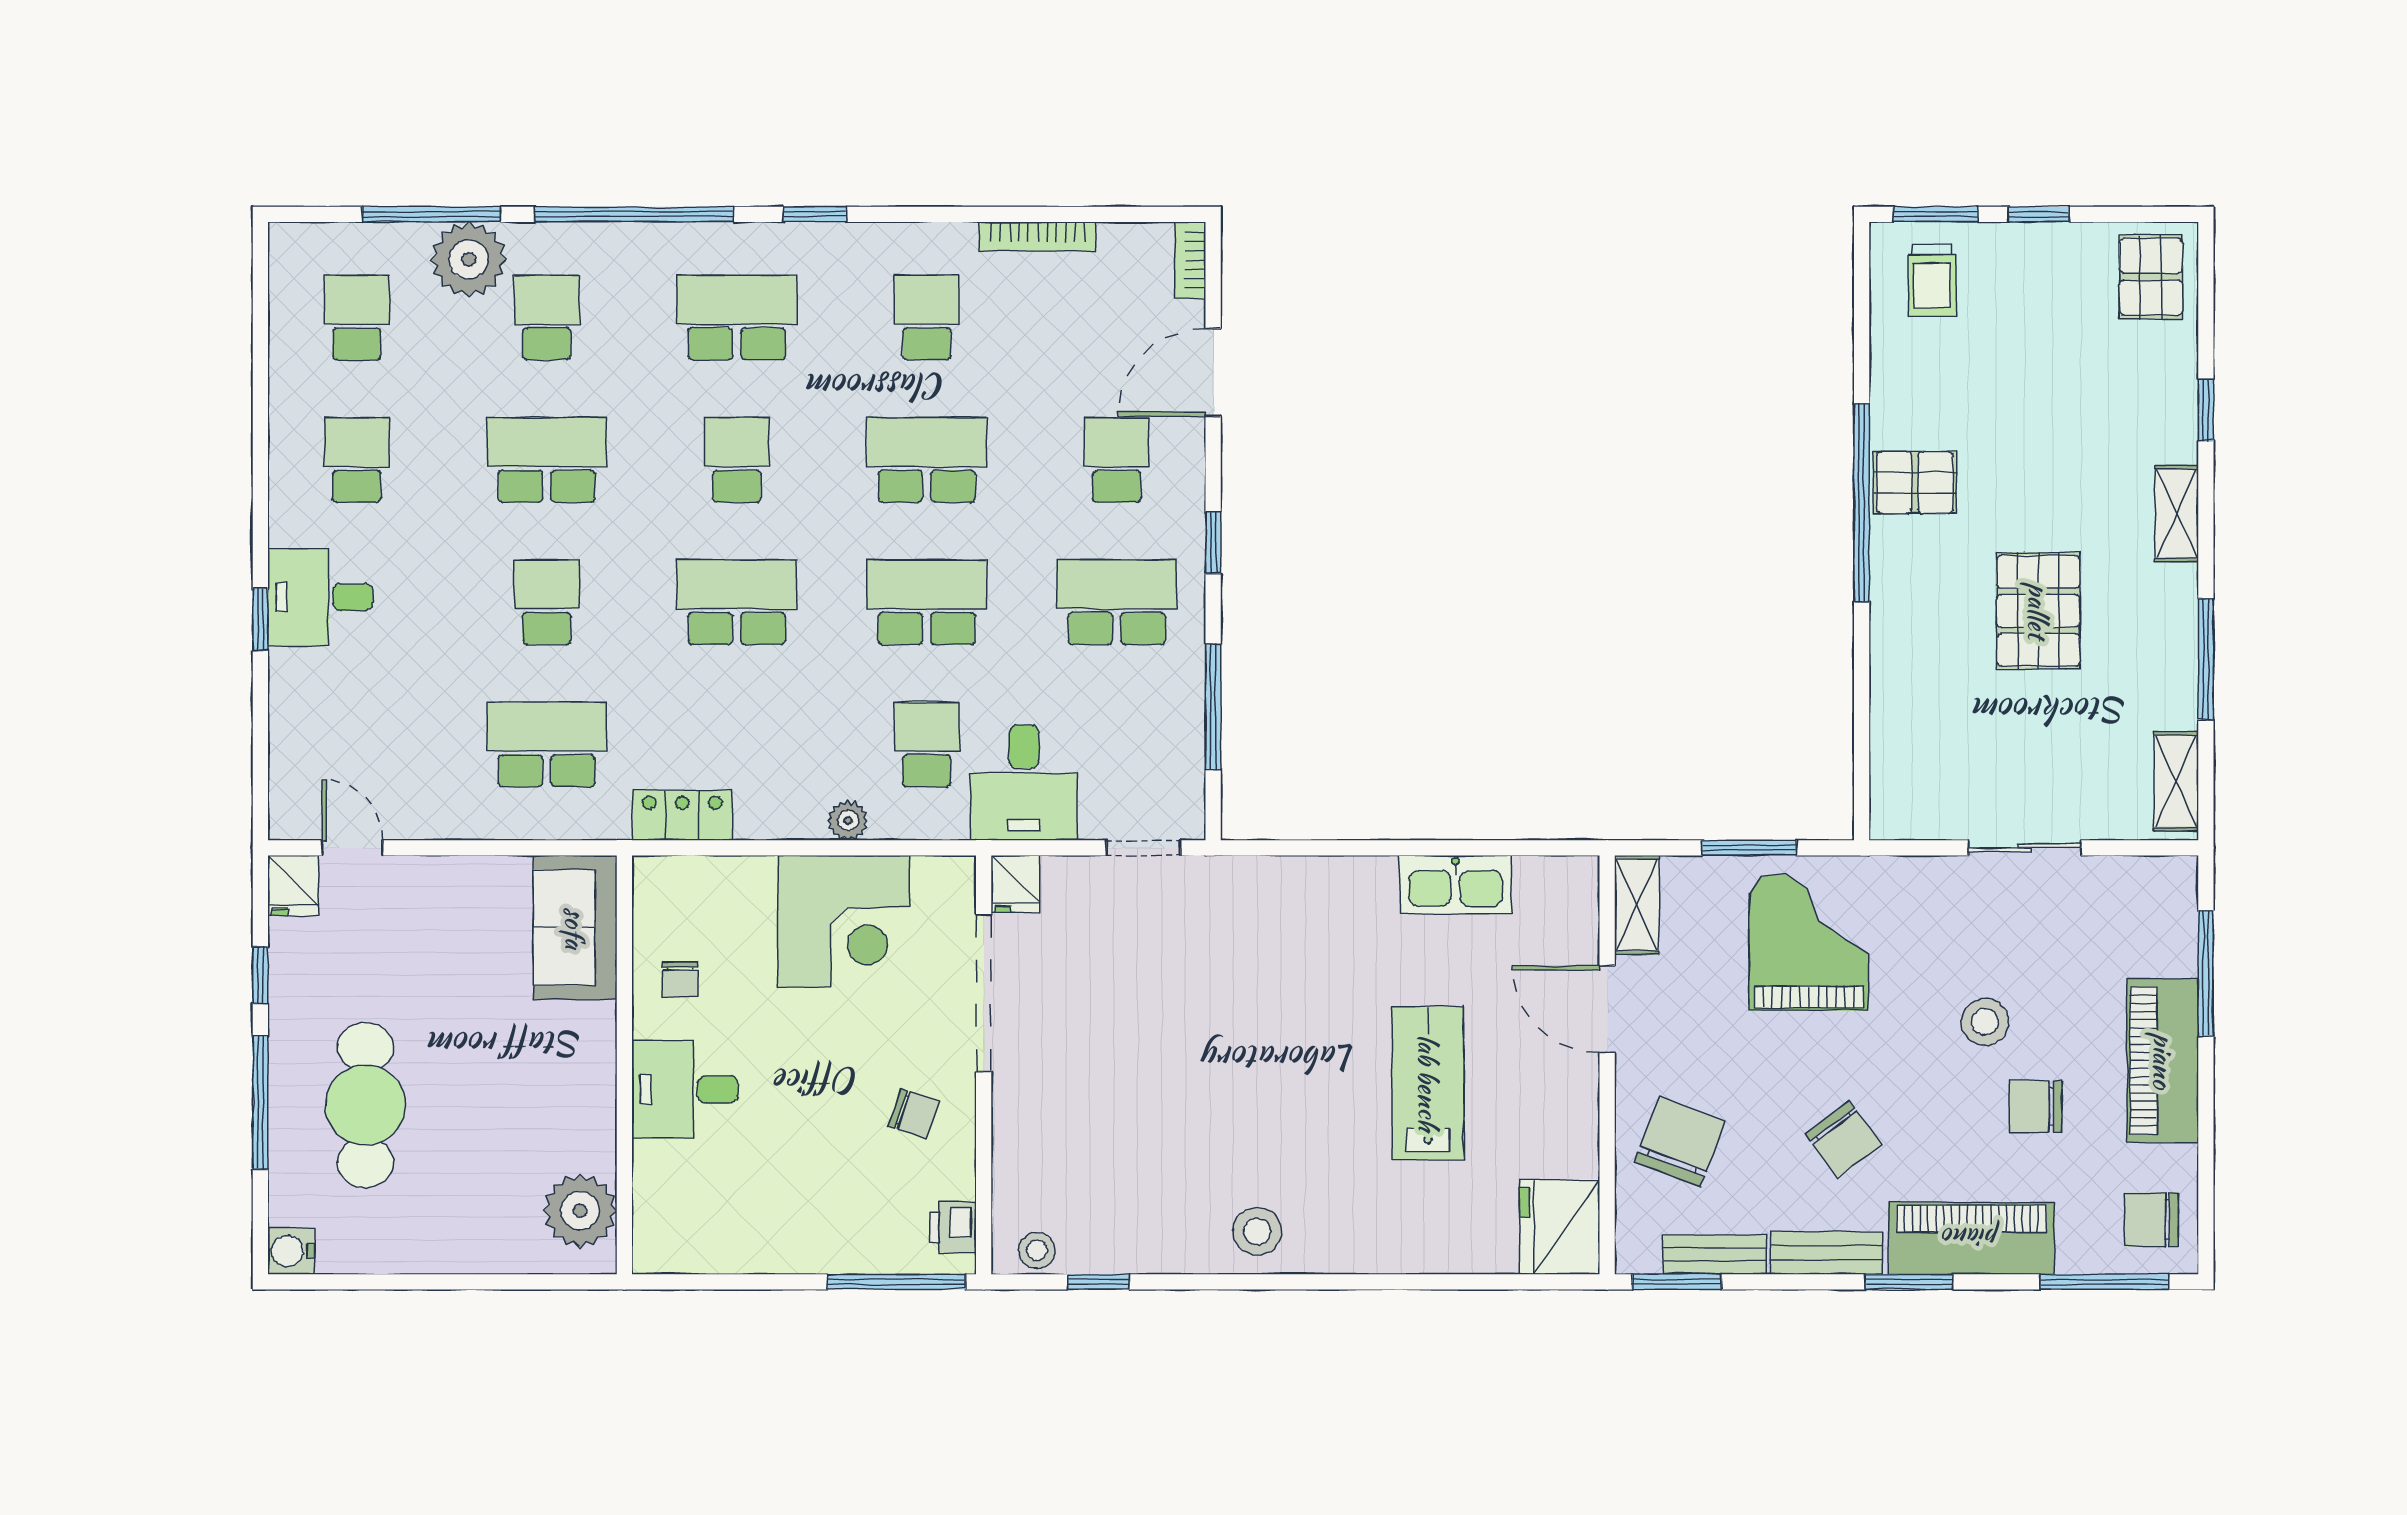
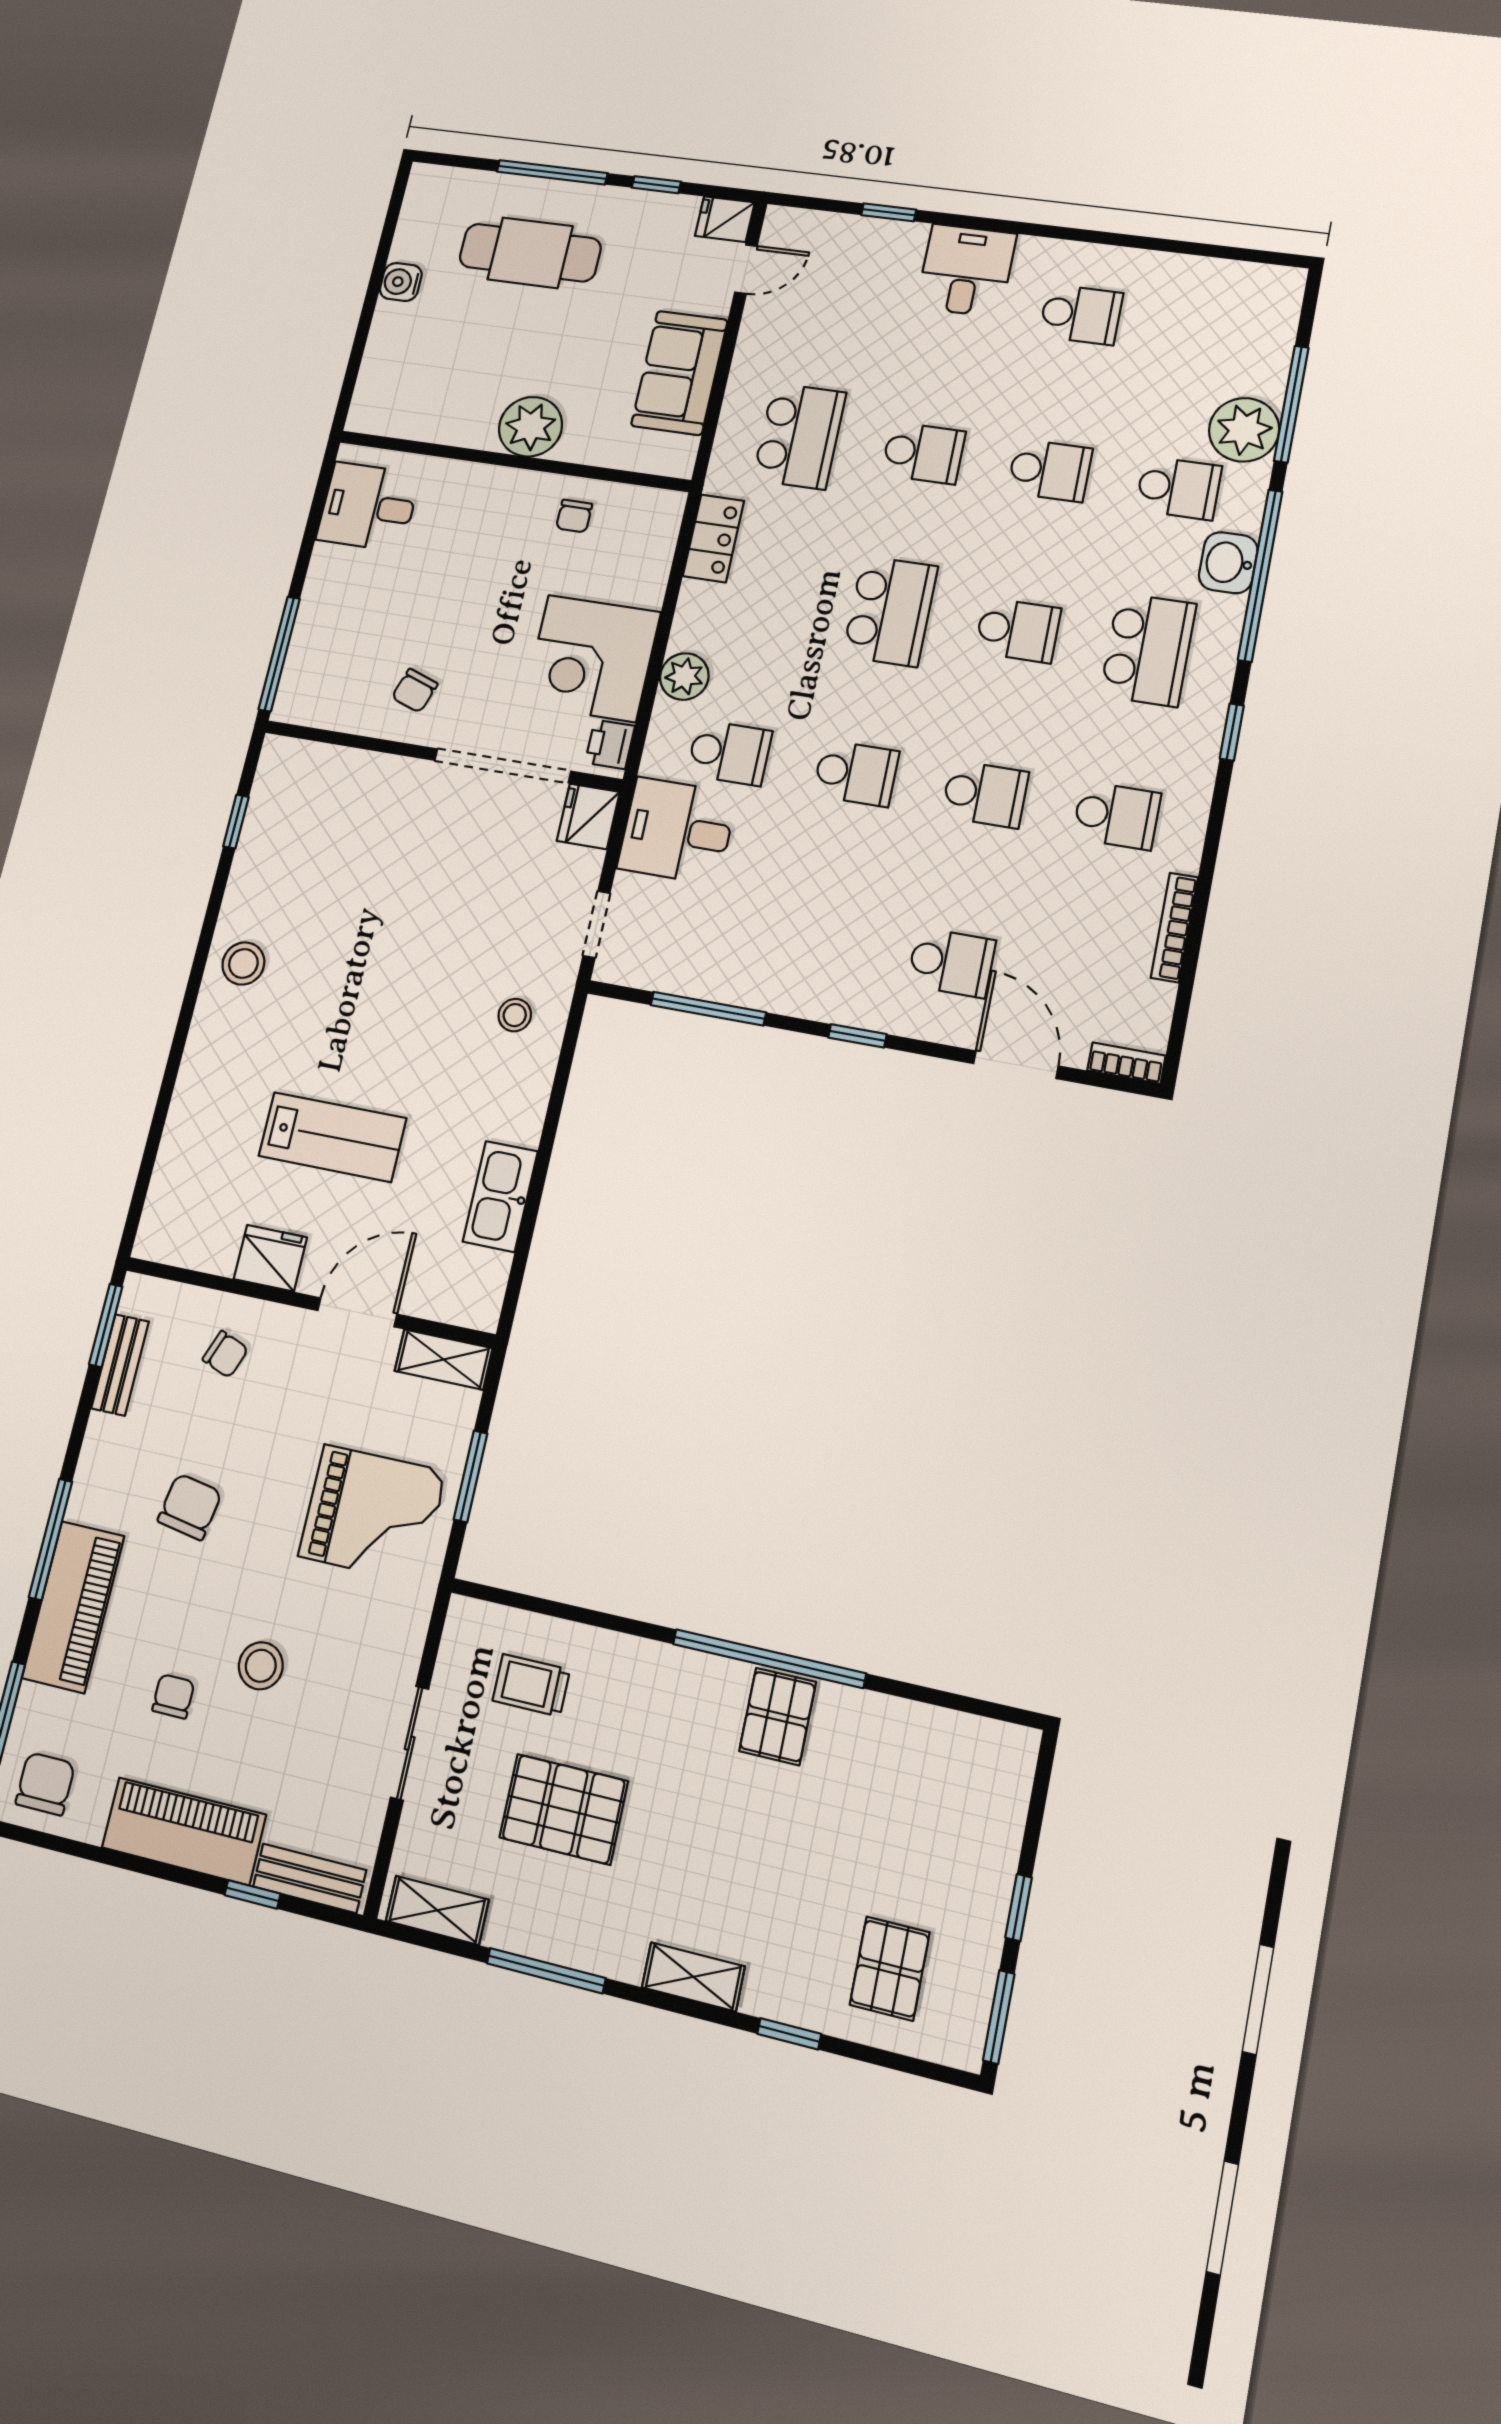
window: (1936, 214) -> (999, 2017), moved
washbasin: (625, 250) -> (1228, 563), added
pallet: (2151, 277) -> (890, 1969), moved, turned 90
trolley: (1932, 280) -> (531, 1685), moved
school desk: (357, 318) -> (1208, 331), removed
school desk: (547, 460) -> (1050, 470), width x0.54
school desk: (927, 460) -> (985, 794), width x0.54
school desk: (927, 602) -> (856, 773), width x0.54
school desk: (1117, 602) -> (821, 940), removed
pallet: (2038, 611) -> (564, 1809), moved
window: (260, 619) -> (889, 212), moved
plant: (848, 820) -> (684, 676), width x1.38, depth x1.38
fridge: (1015, 884) -> (588, 816), width x1.38
sofa: (575, 928) -> (679, 373), moved, turned -90
window: (2206, 973) -> (253, 1894), width x0.46
chair: (680, 979) -> (574, 516), turned -90
desk: (685, 1089) -> (368, 507), moved, turned -90
chair: (2035, 1107) -> (173, 1696), width x0.73, depth x0.73
chair: (1844, 1139) -> (190, 1507), turned 137
chair: (1680, 1142) -> (225, 1354), width x0.54, depth x0.54
plant: (580, 1211) -> (531, 427), moved
printer: (953, 1227) -> (610, 744), moved, turned -90
fridge: (1560, 1227) -> (270, 1258), moved, width x0.73, depth x0.75
stool: (1037, 1250) -> (515, 1015), moved
water cooler: (291, 1251) -> (401, 282), moved, turned -90
bench: (1827, 1253) -> (310, 1878), moved, turned 90
window: (1909, 1282) -> (50, 1539), width x1.44

